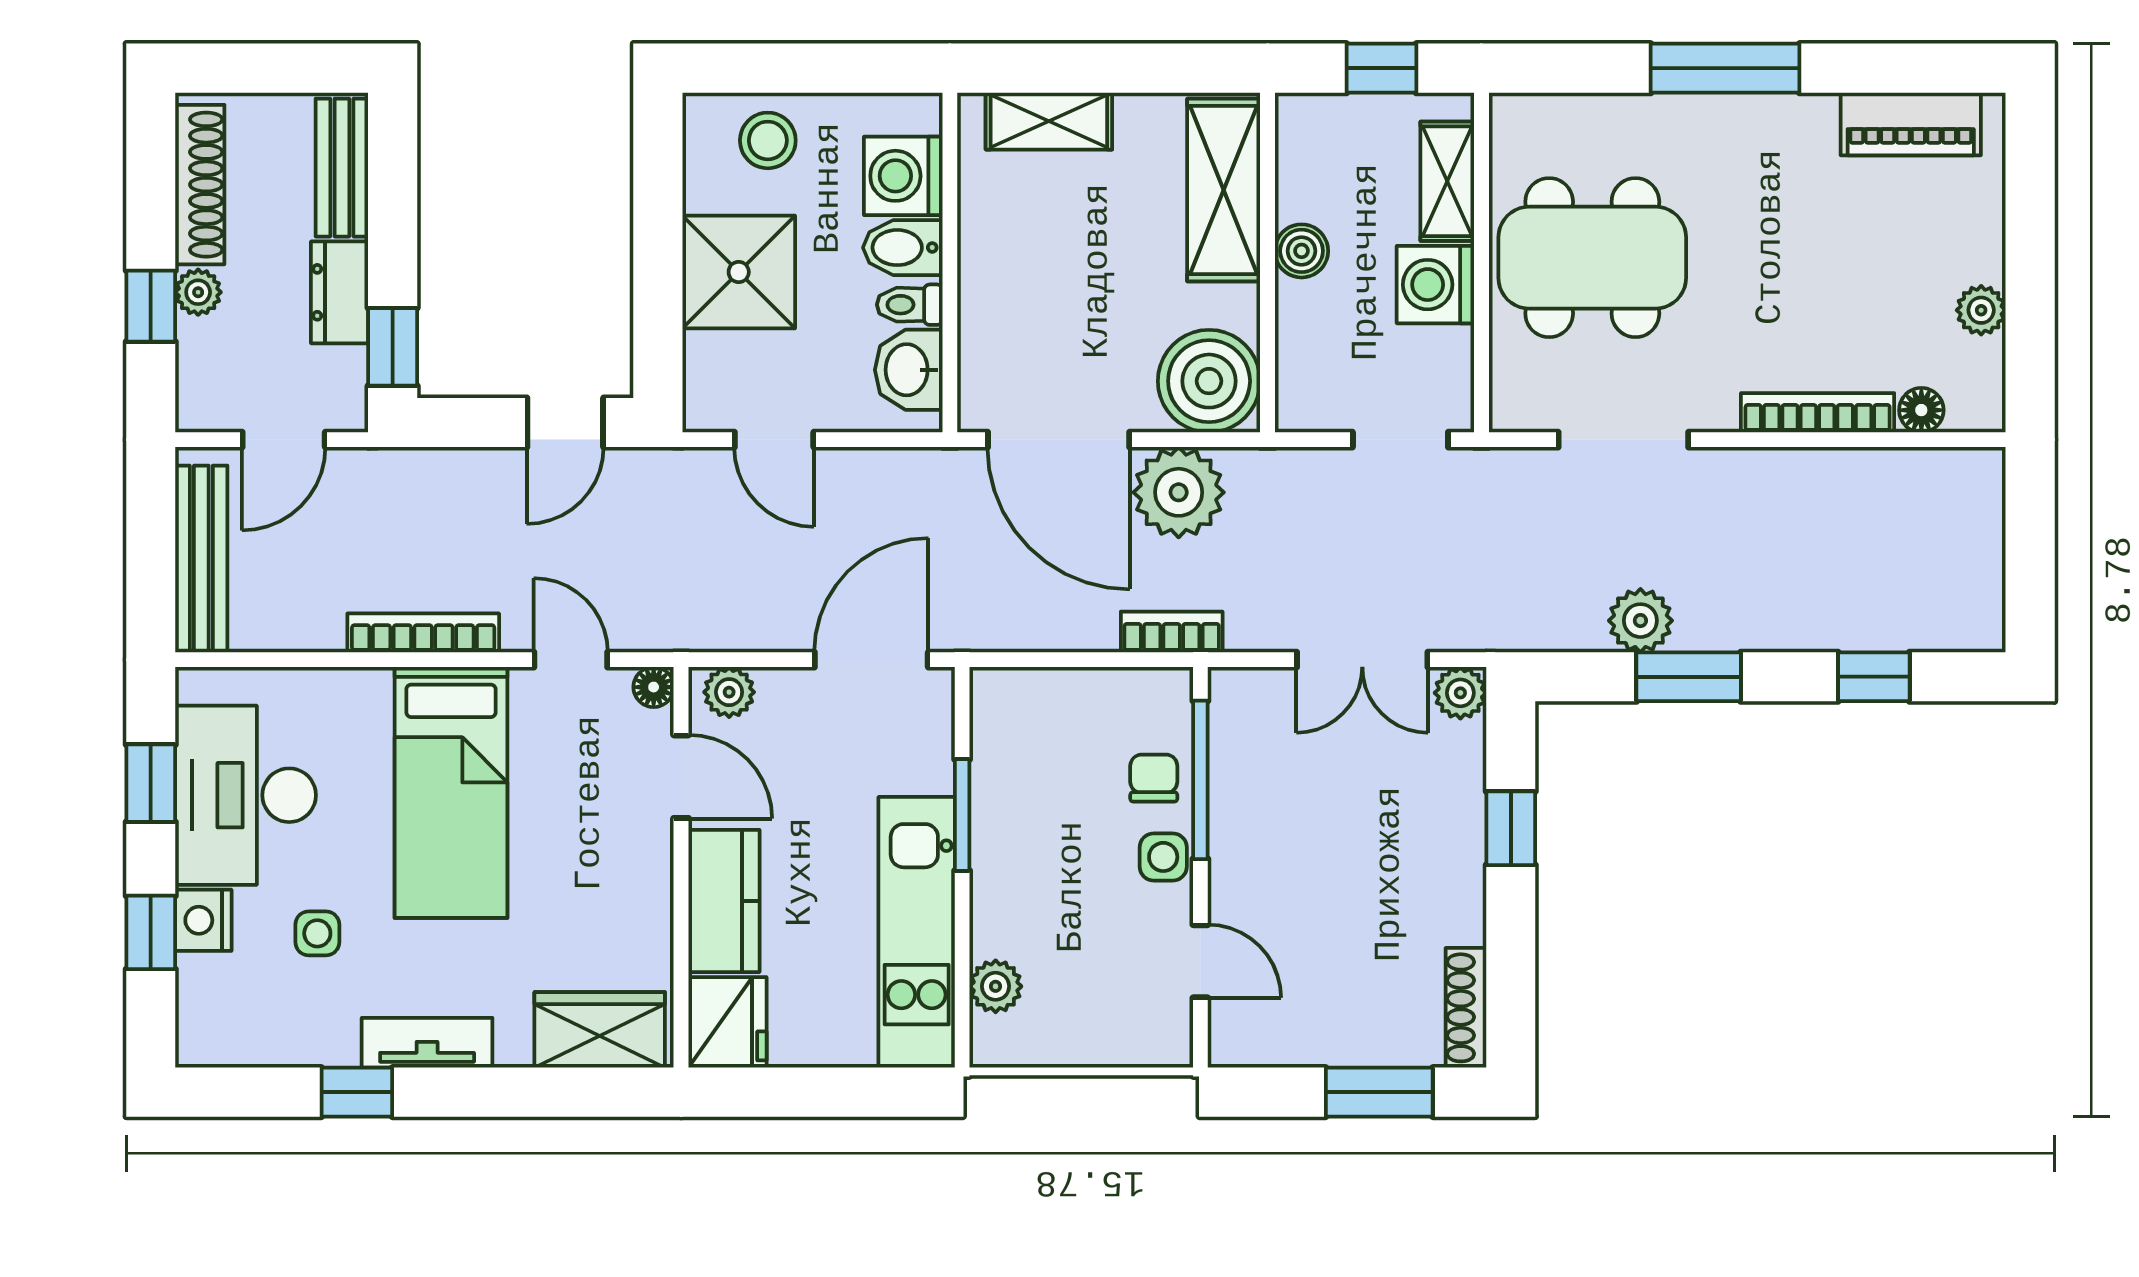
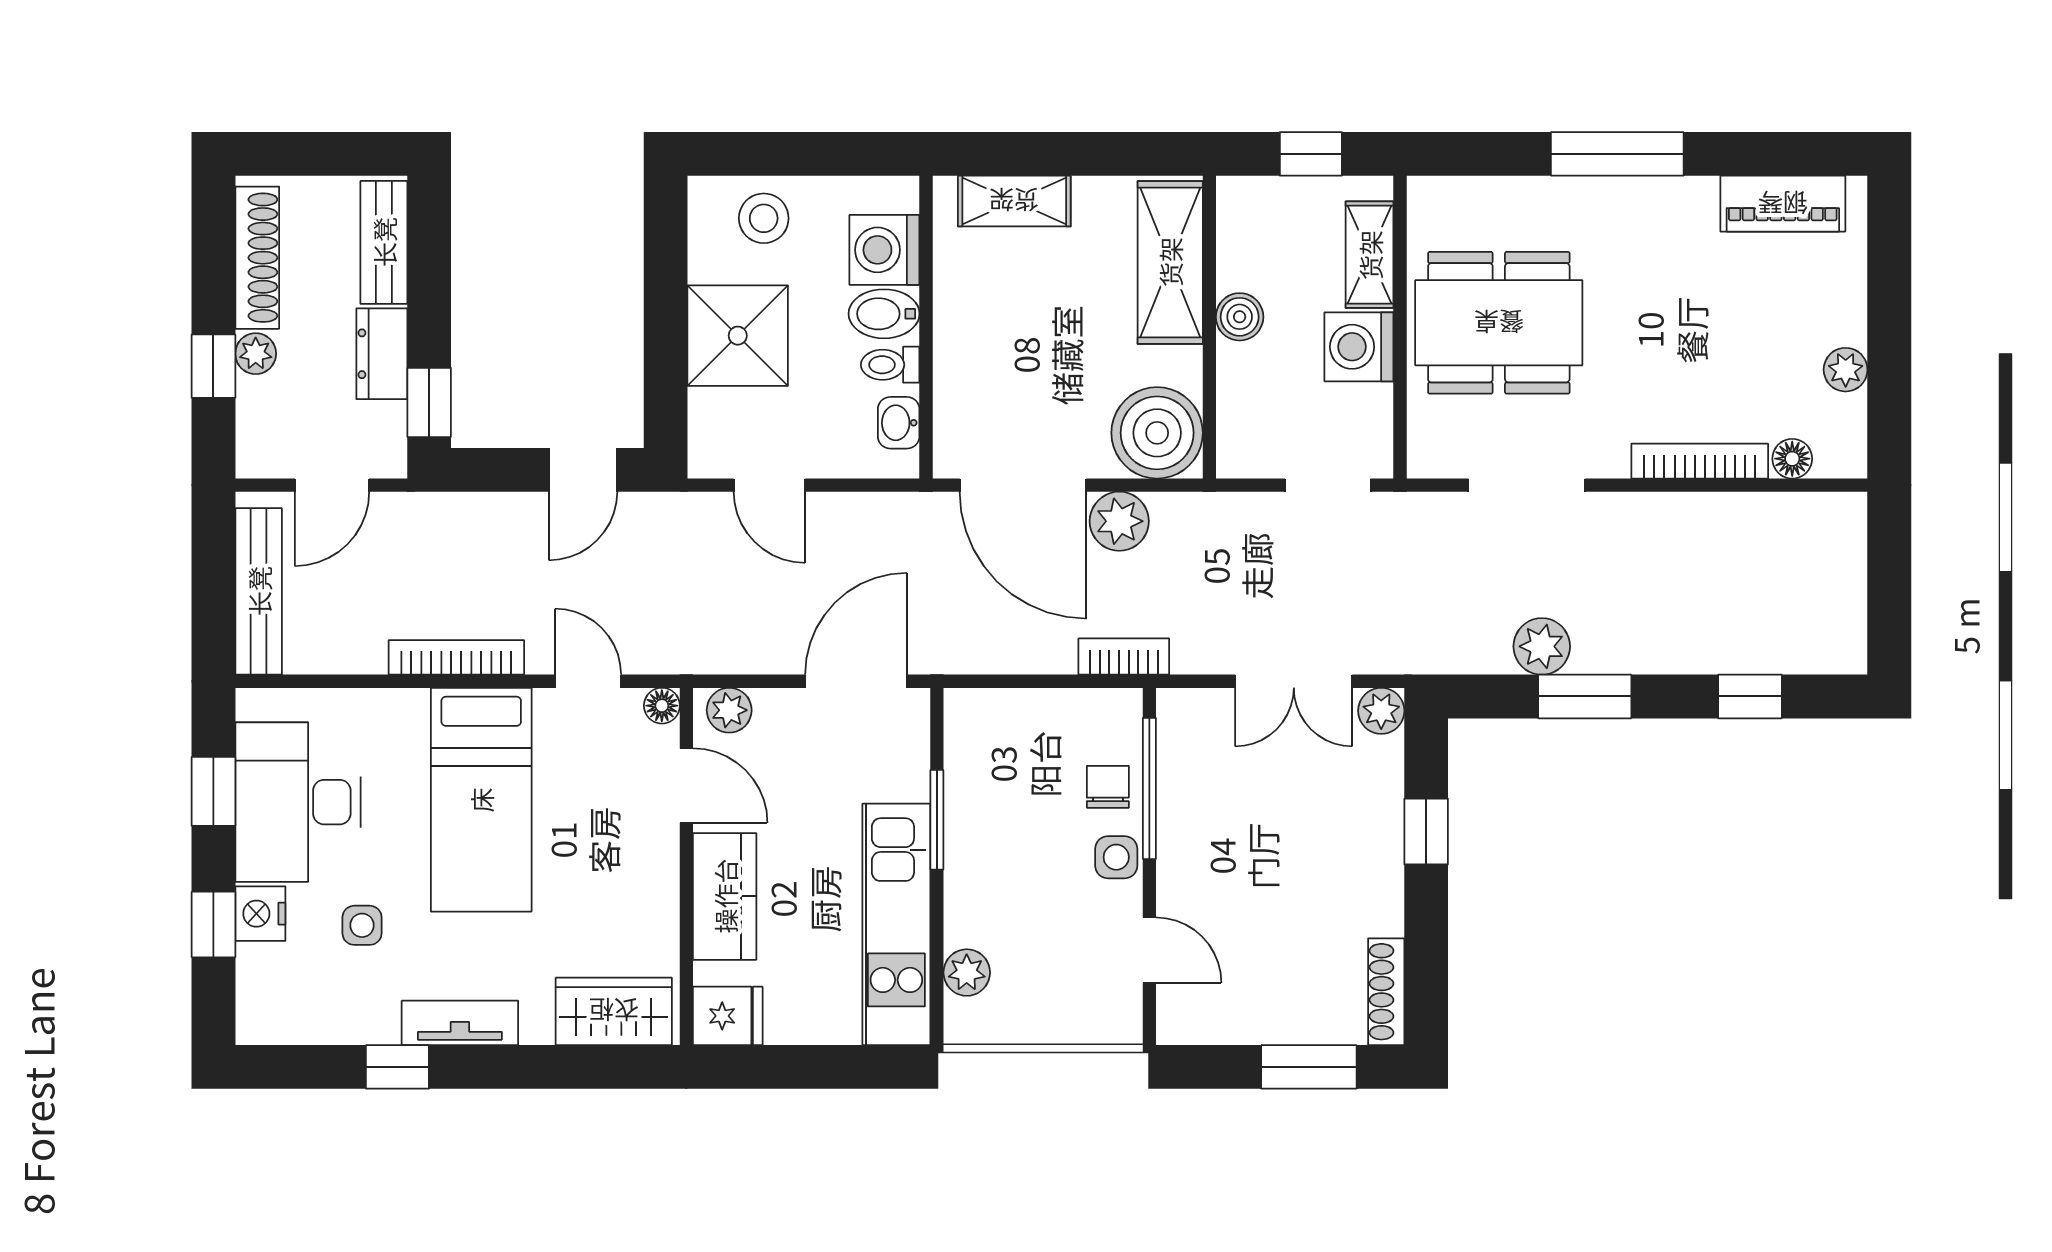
washbasin: (909, 370) -> (899, 423), width x0.72, depth x0.69
plant: (1179, 492) -> (1119, 521), width x0.73, depth x0.73
fridge: (727, 1022) -> (728, 1016), width x0.72

